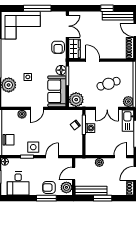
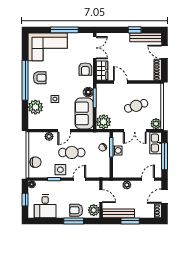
armchair: (13, 56) -> (40, 78), added
cafe table: (45, 130) -> (72, 152), added
door: (74, 174) -> (101, 196), swing flipped

